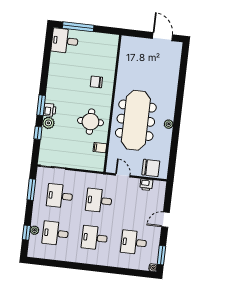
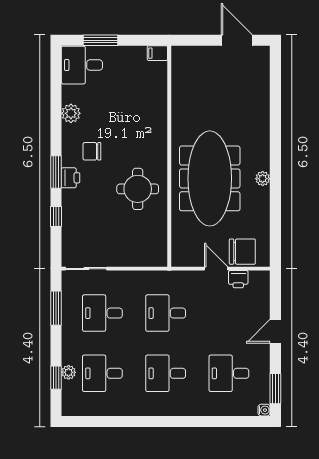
window: (78, 27) -> (101, 40), width x0.69
chair: (96, 82) -> (92, 151), moved
plant: (48, 123) -> (71, 113), moved
filing cabinet: (100, 148) -> (157, 53), moved
door: (123, 175) -> (216, 269), moved

